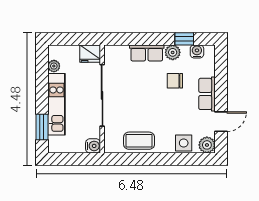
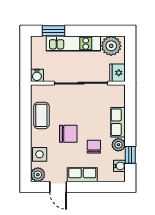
plant: (54, 66) -> (111, 46), width x1.87, depth x1.87
chair: (160, 110) -> (68, 134), added

